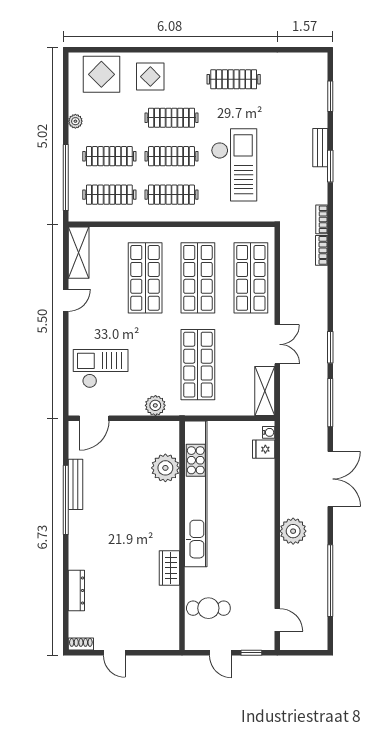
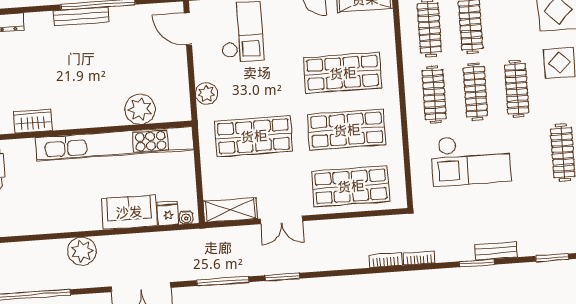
bench: (75, 484) -> (81, 16), moved
sofa: (260, 485) -> (129, 212), added

